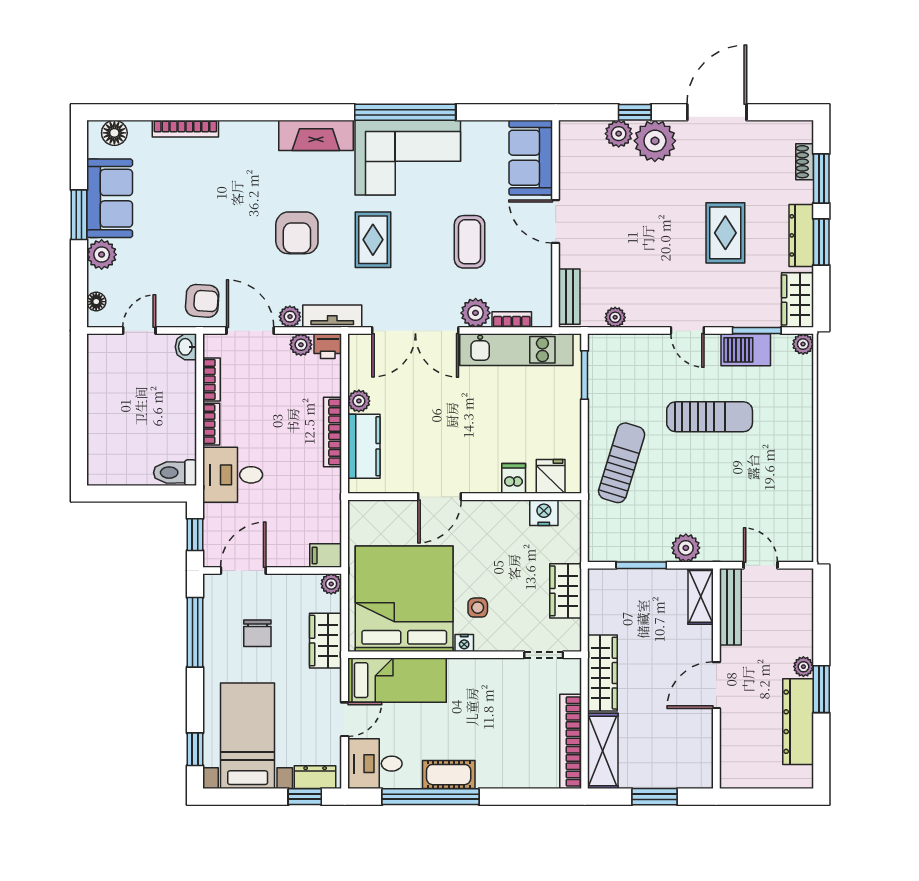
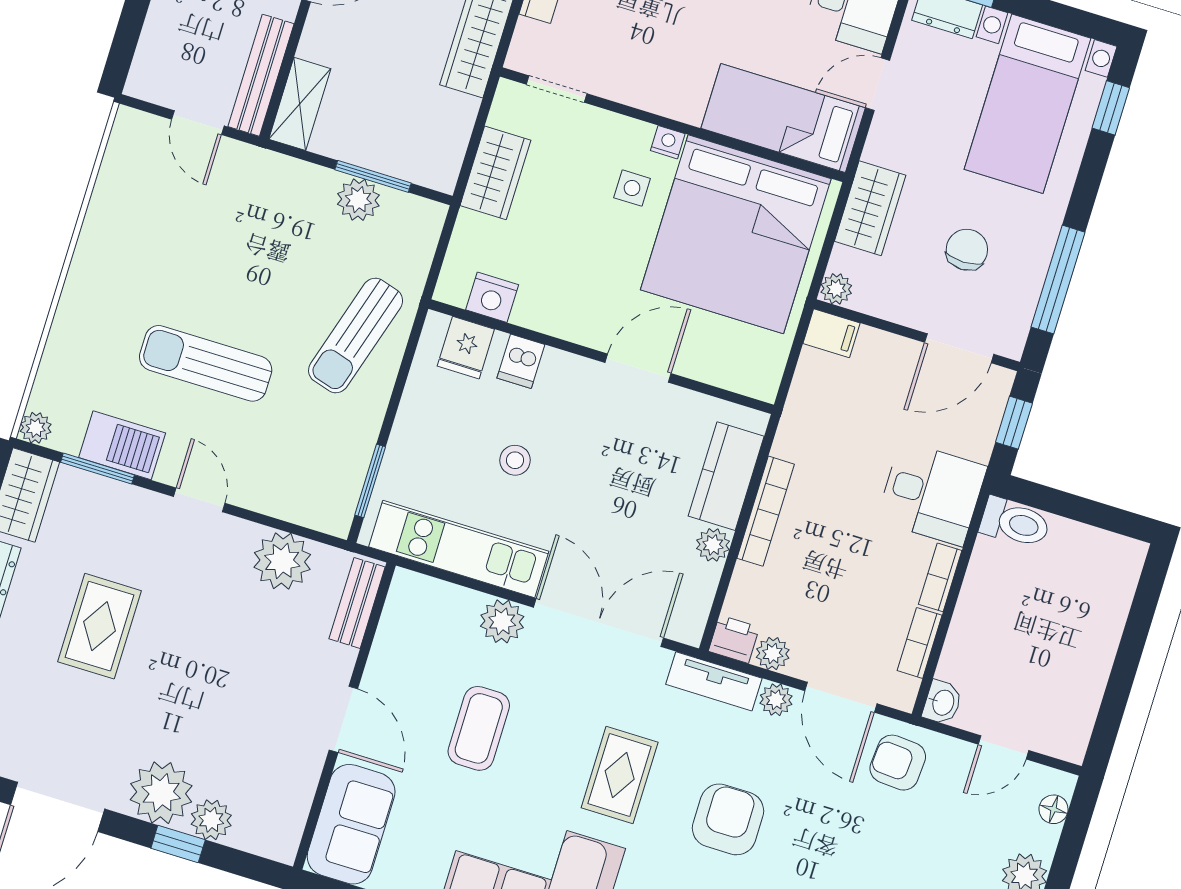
plant: (615, 317) -> (282, 561), width x1.88, depth x1.88
bookcase: (512, 320) -> (452, 595), removed
stool: (498, 416) -> (515, 460), added
plant: (686, 548) -> (358, 200), moved

